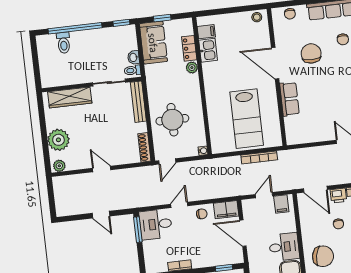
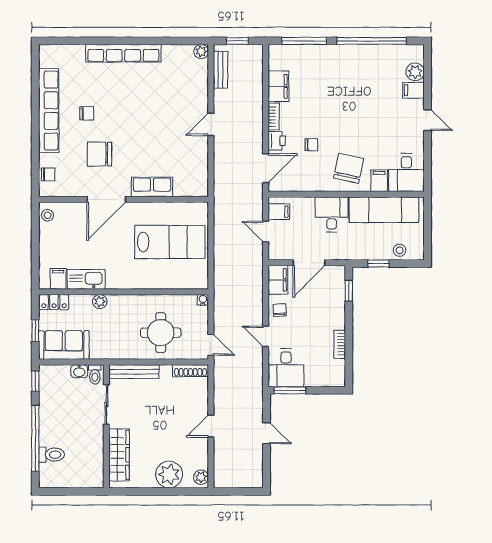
locker: (189, 48) -> (54, 302), moved
kitchen sink: (208, 50) -> (86, 279), width x1.38
bookcase: (259, 157) -> (219, 232), removed
door: (101, 215) -> (267, 433), hinge flipped

